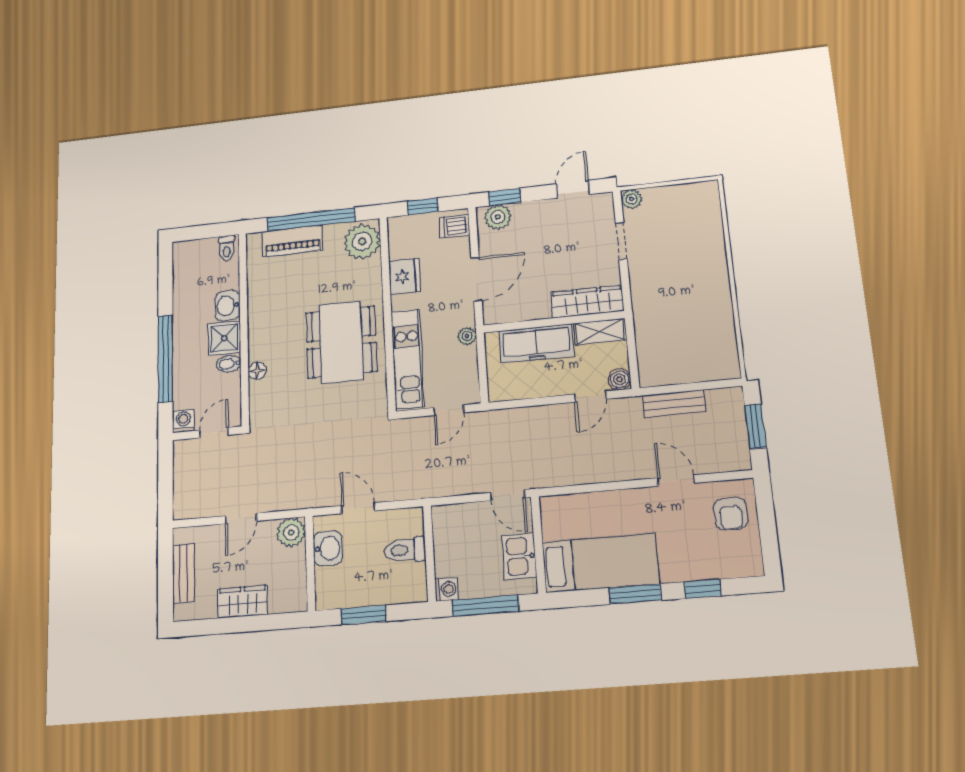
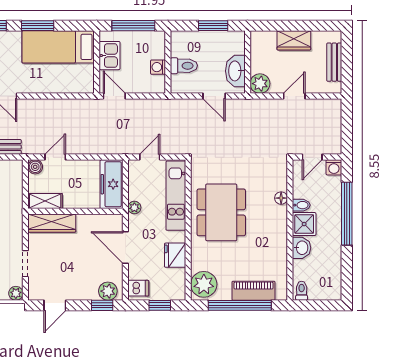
door: (476, 279) -> (125, 247), hinge flipped
freezer: (536, 343) -> (112, 184), moved, turned -90
washbasin: (328, 548) -> (235, 71), width x1.38
washing machine: (446, 589) -> (158, 67), moved

